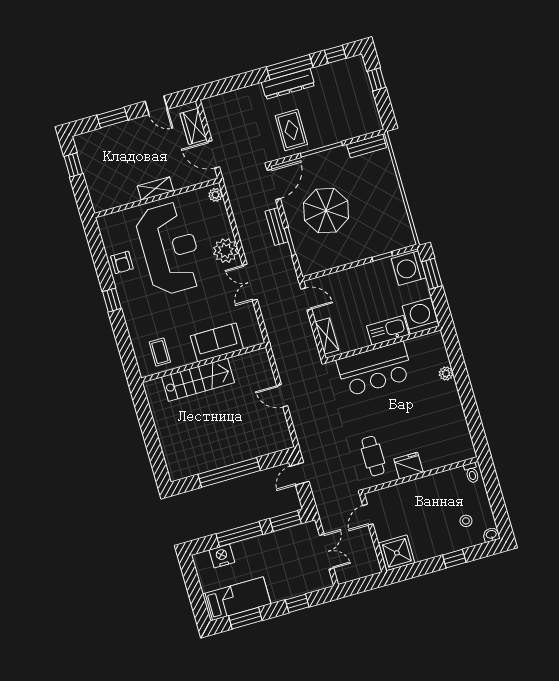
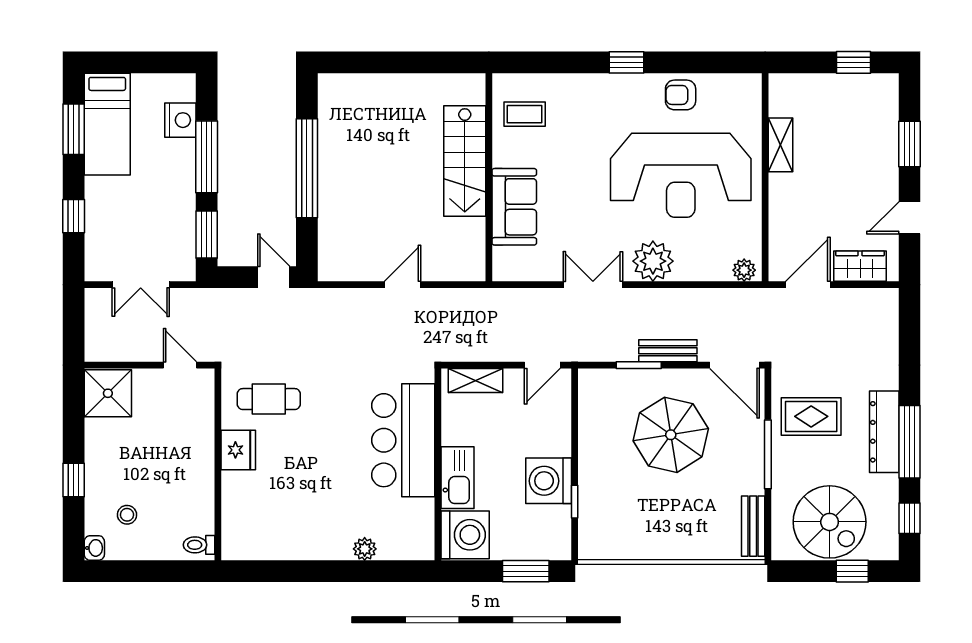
spiral stairs: (351, 101) -> (830, 522), added
shelving: (155, 188) -> (781, 145), moved
washing machine: (409, 268) -> (549, 481), moved, turned -90

